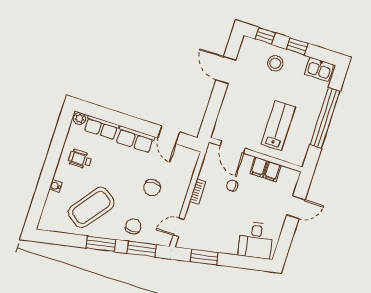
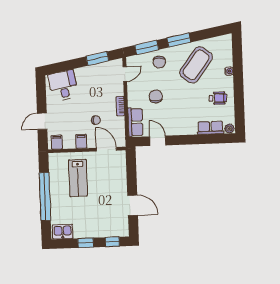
stool: (275, 63) -> (97, 224), removed
row of seats: (135, 139) -> (135, 122), moved, turned 90
filing cabinet: (272, 171) -> (57, 142), moved

